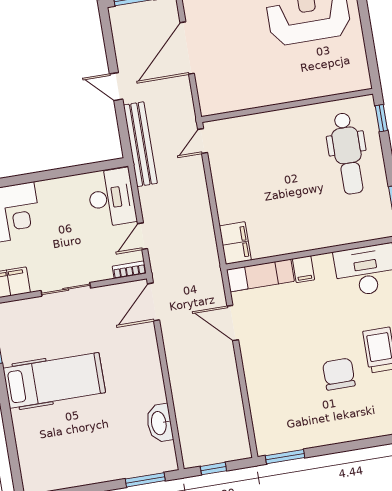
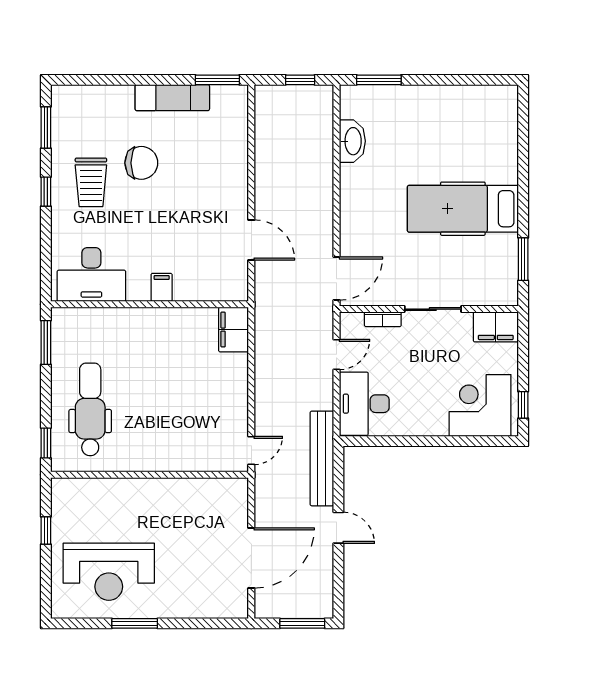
window: (369, 42) -> (46, 530), added
bookcase: (129, 270) -> (383, 319), moved
exam couch: (260, 275) -> (172, 98), moved, turned 180
chair: (339, 374) -> (141, 163), turned -90

